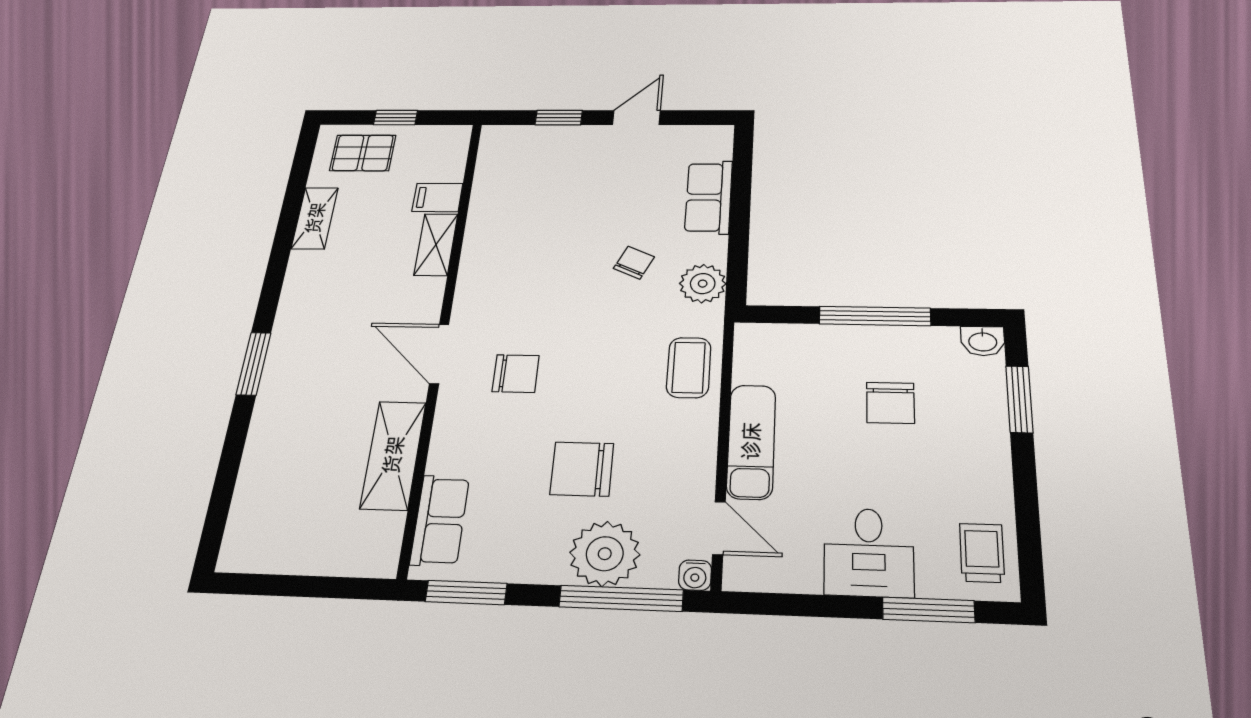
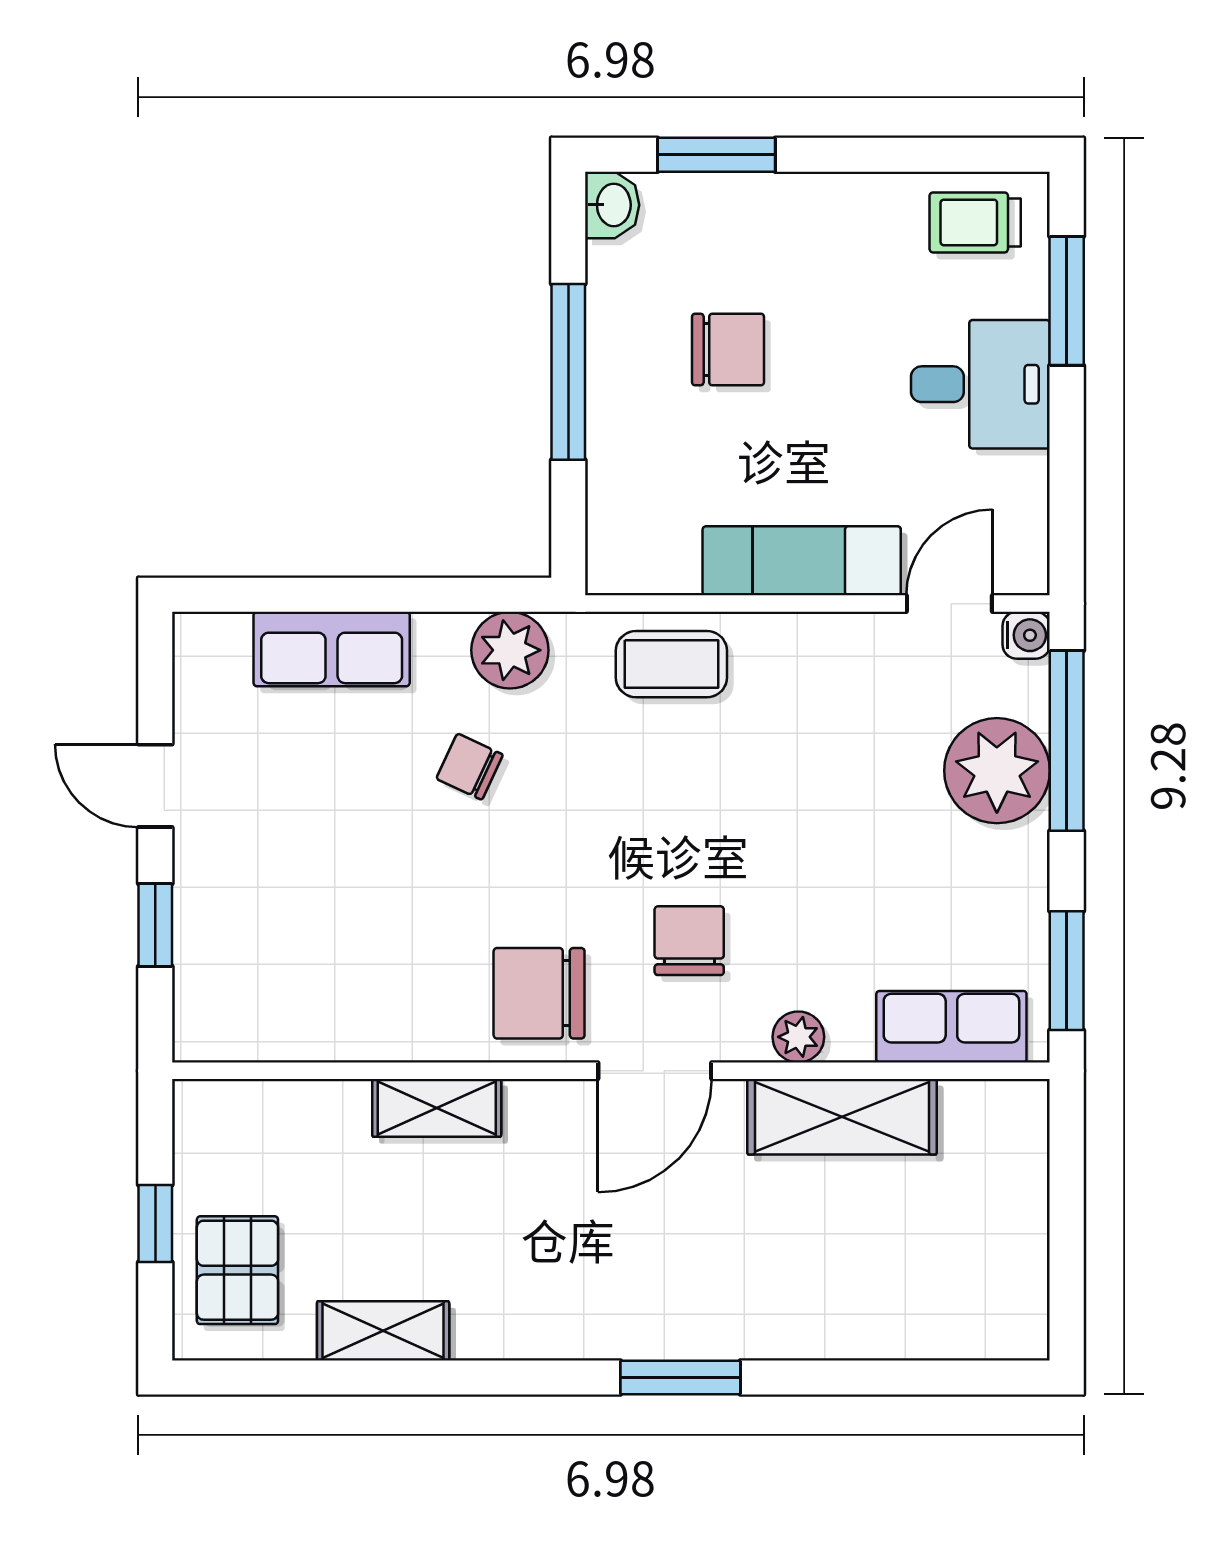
filing cabinet: (437, 197) -> (336, 1120), removed
plant: (447, 432) -> (798, 1037), added
chair: (582, 469) -> (539, 993), moved, turned 90

